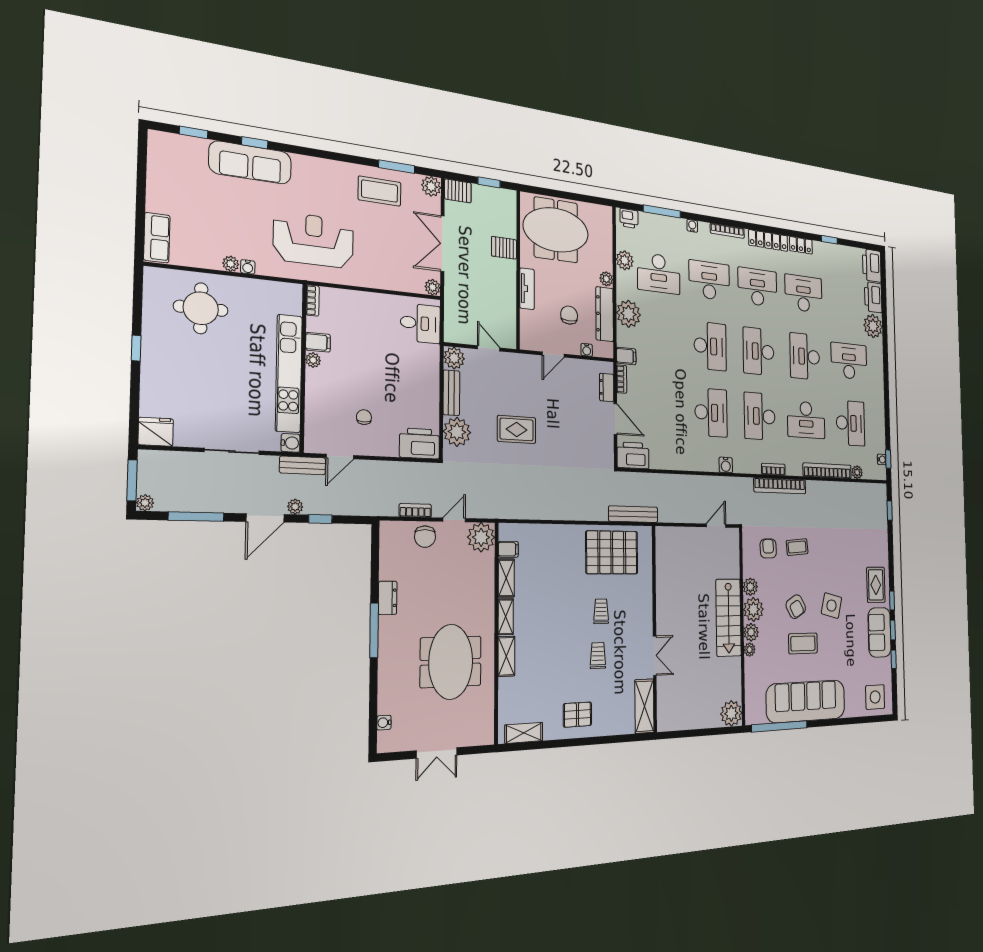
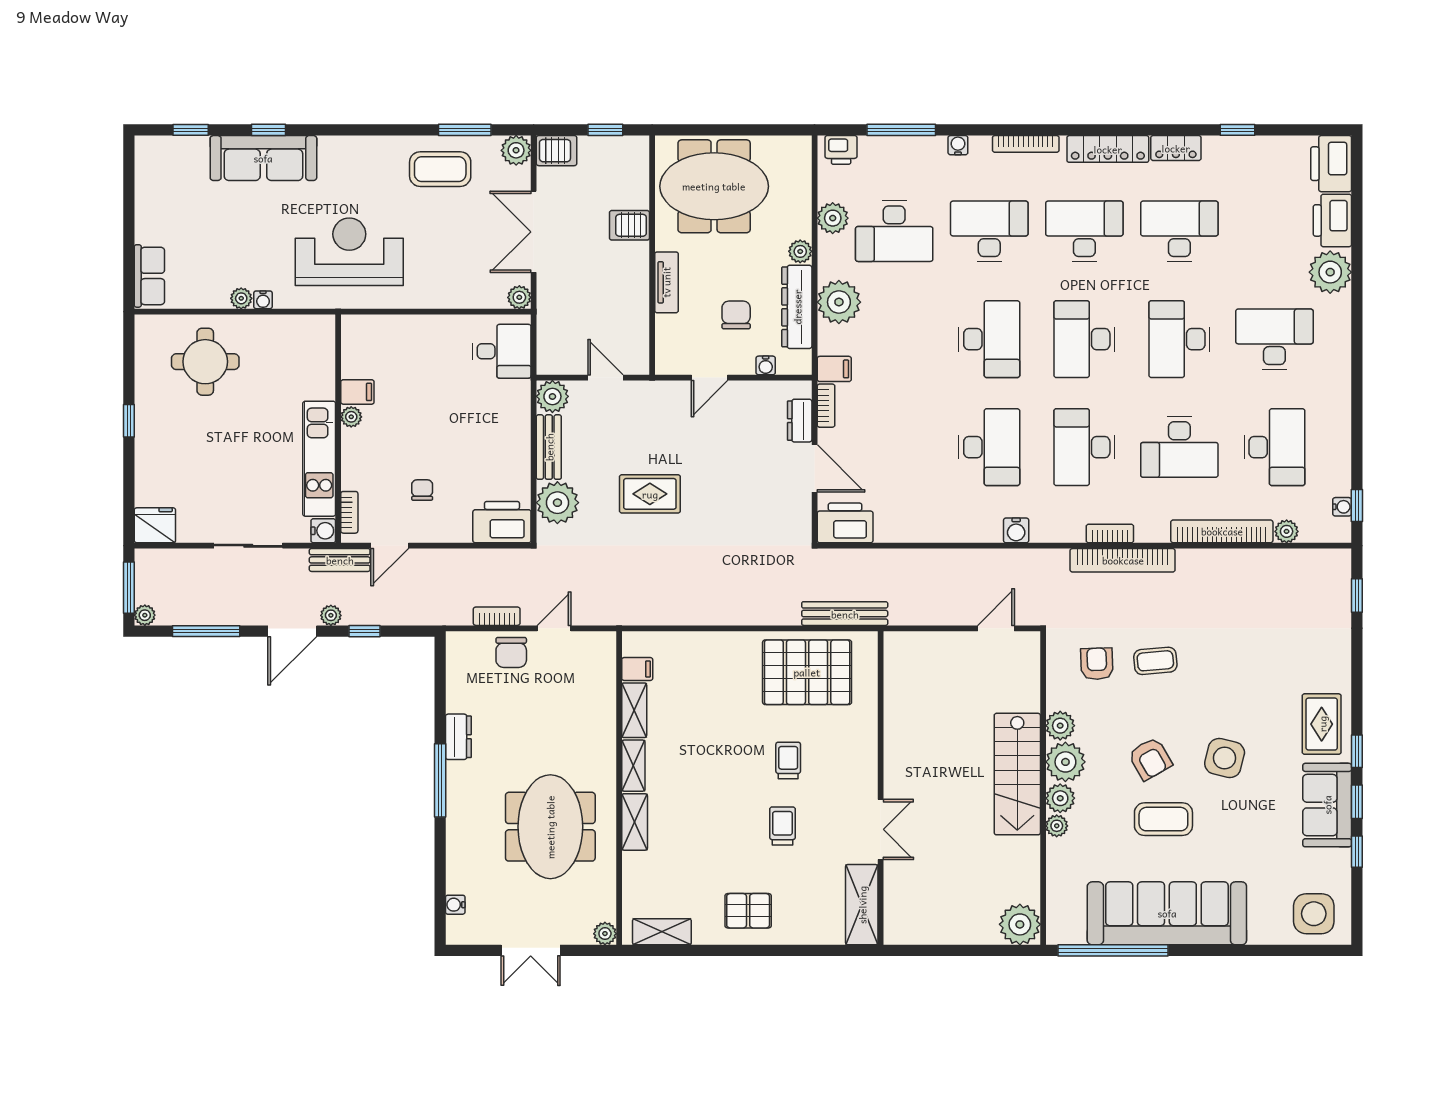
bookcase: (313, 301) -> (349, 512), moved
kitchen unit: (289, 373) -> (319, 459), width x0.73
plant: (481, 537) -> (605, 934), moved, width x0.53, depth x0.53

